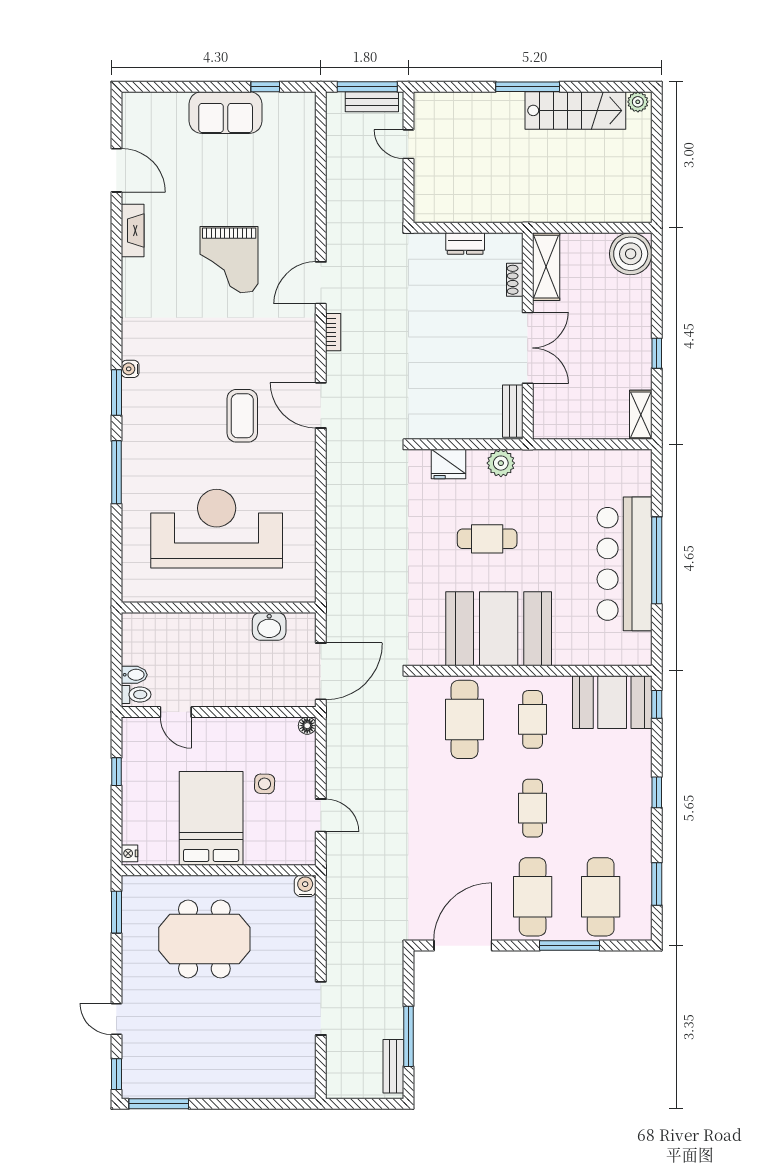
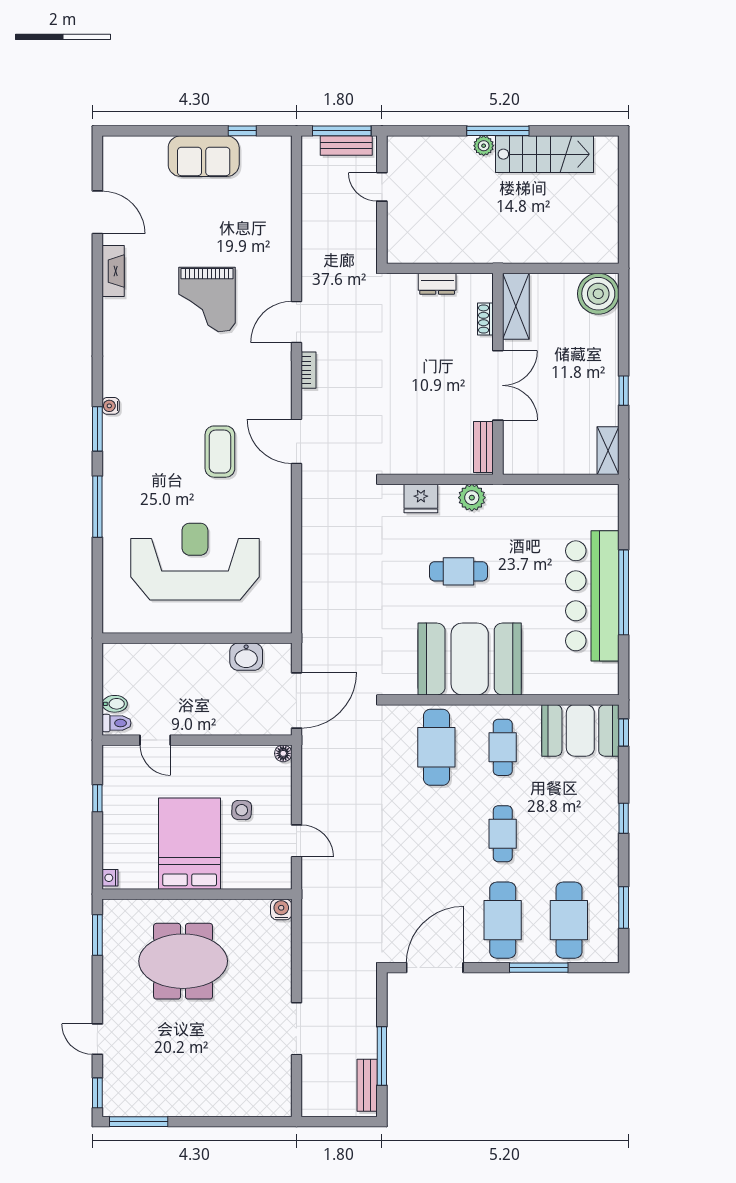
plant: (638, 102) -> (484, 146), moved

